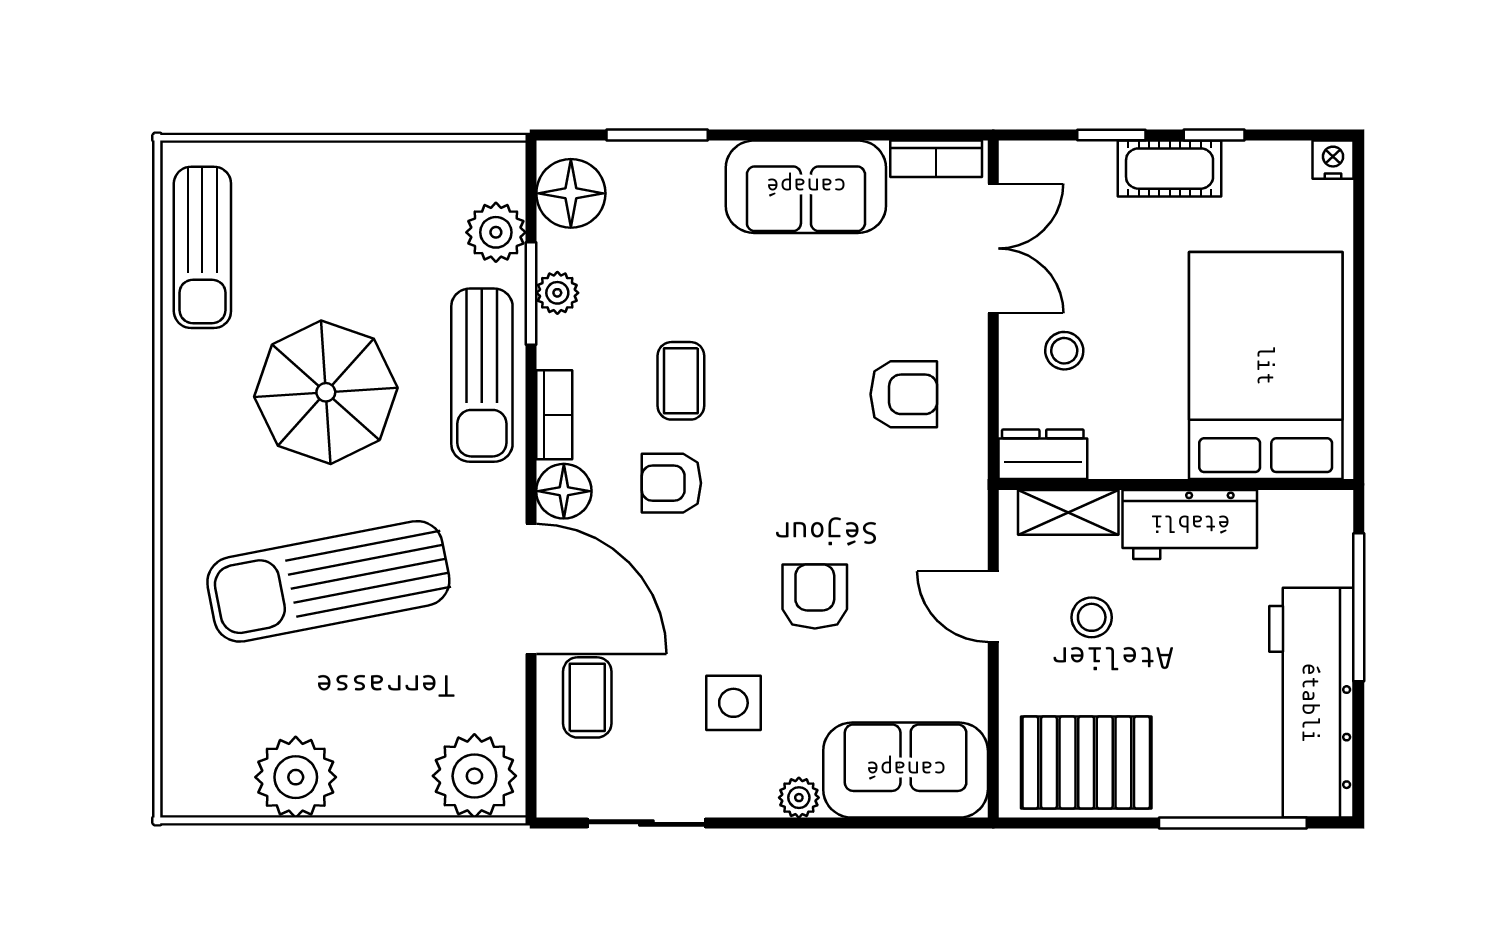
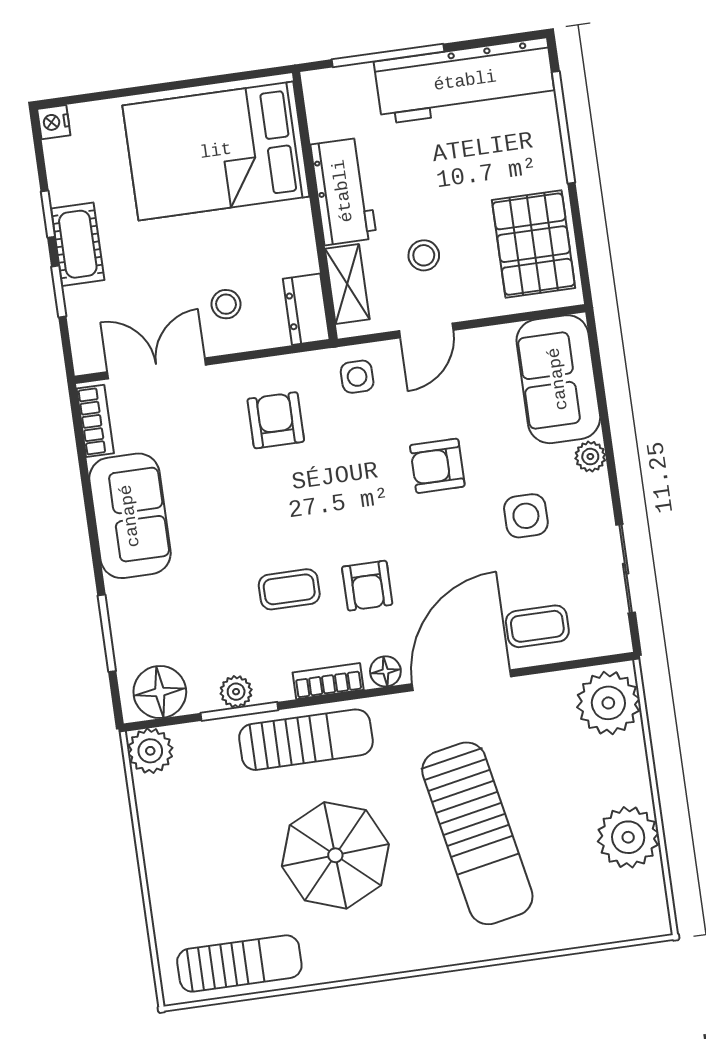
plant: (496, 232) -> (150, 751), moved
floor lamp: (564, 491) -> (385, 671), width x0.73, depth x0.73
side table: (946, 508) -> (357, 377), added

